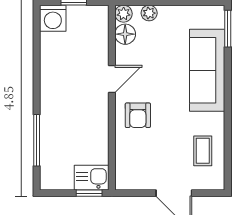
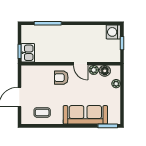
plant: (124, 14) -> (94, 70), moved

